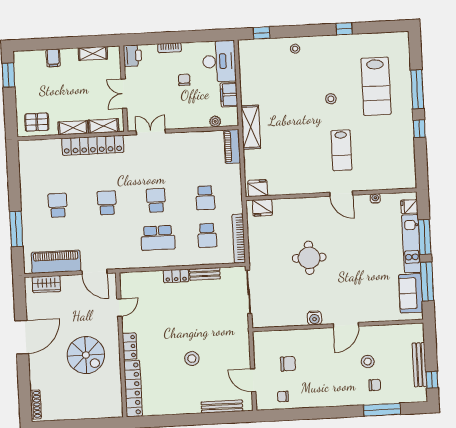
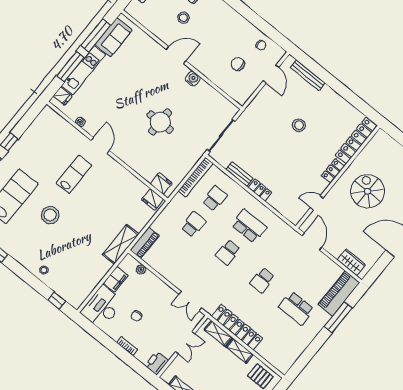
stool: (331, 99) -> (50, 215), width x1.89, depth x1.89
school desk: (58, 205) -> (296, 308), width x1.85
piano: (56, 262) -> (339, 293), moved, turned 90

